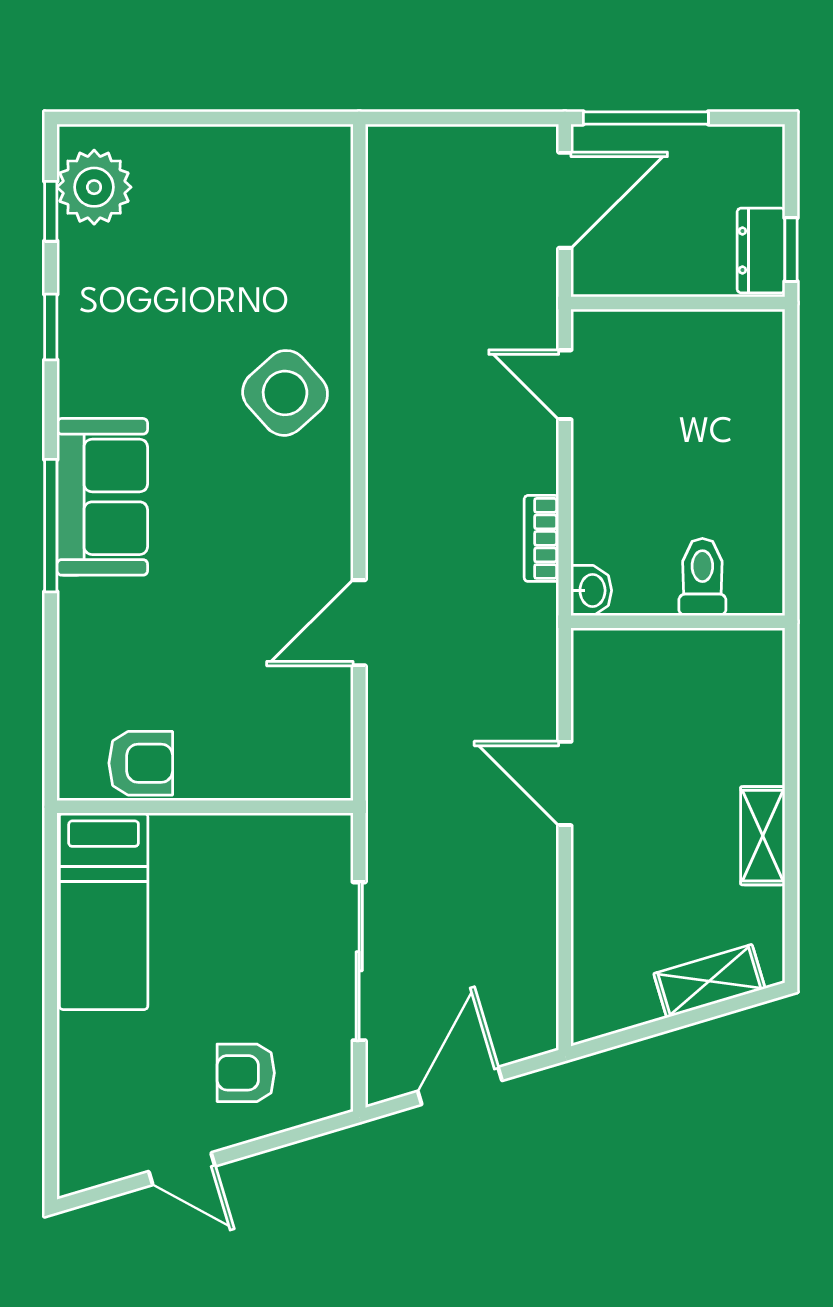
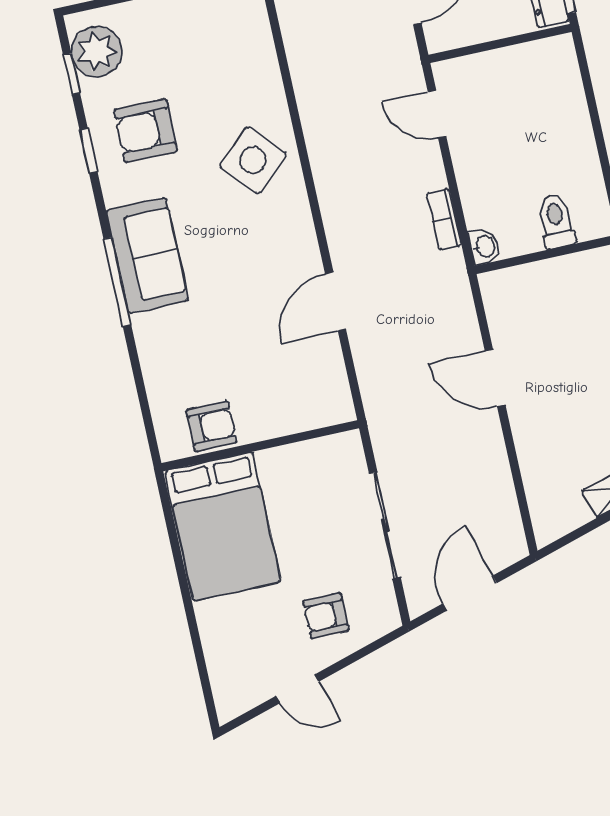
armchair: (139, 316) -> (146, 131), added
bed: (104, 911) -> (223, 526), width x1.50

